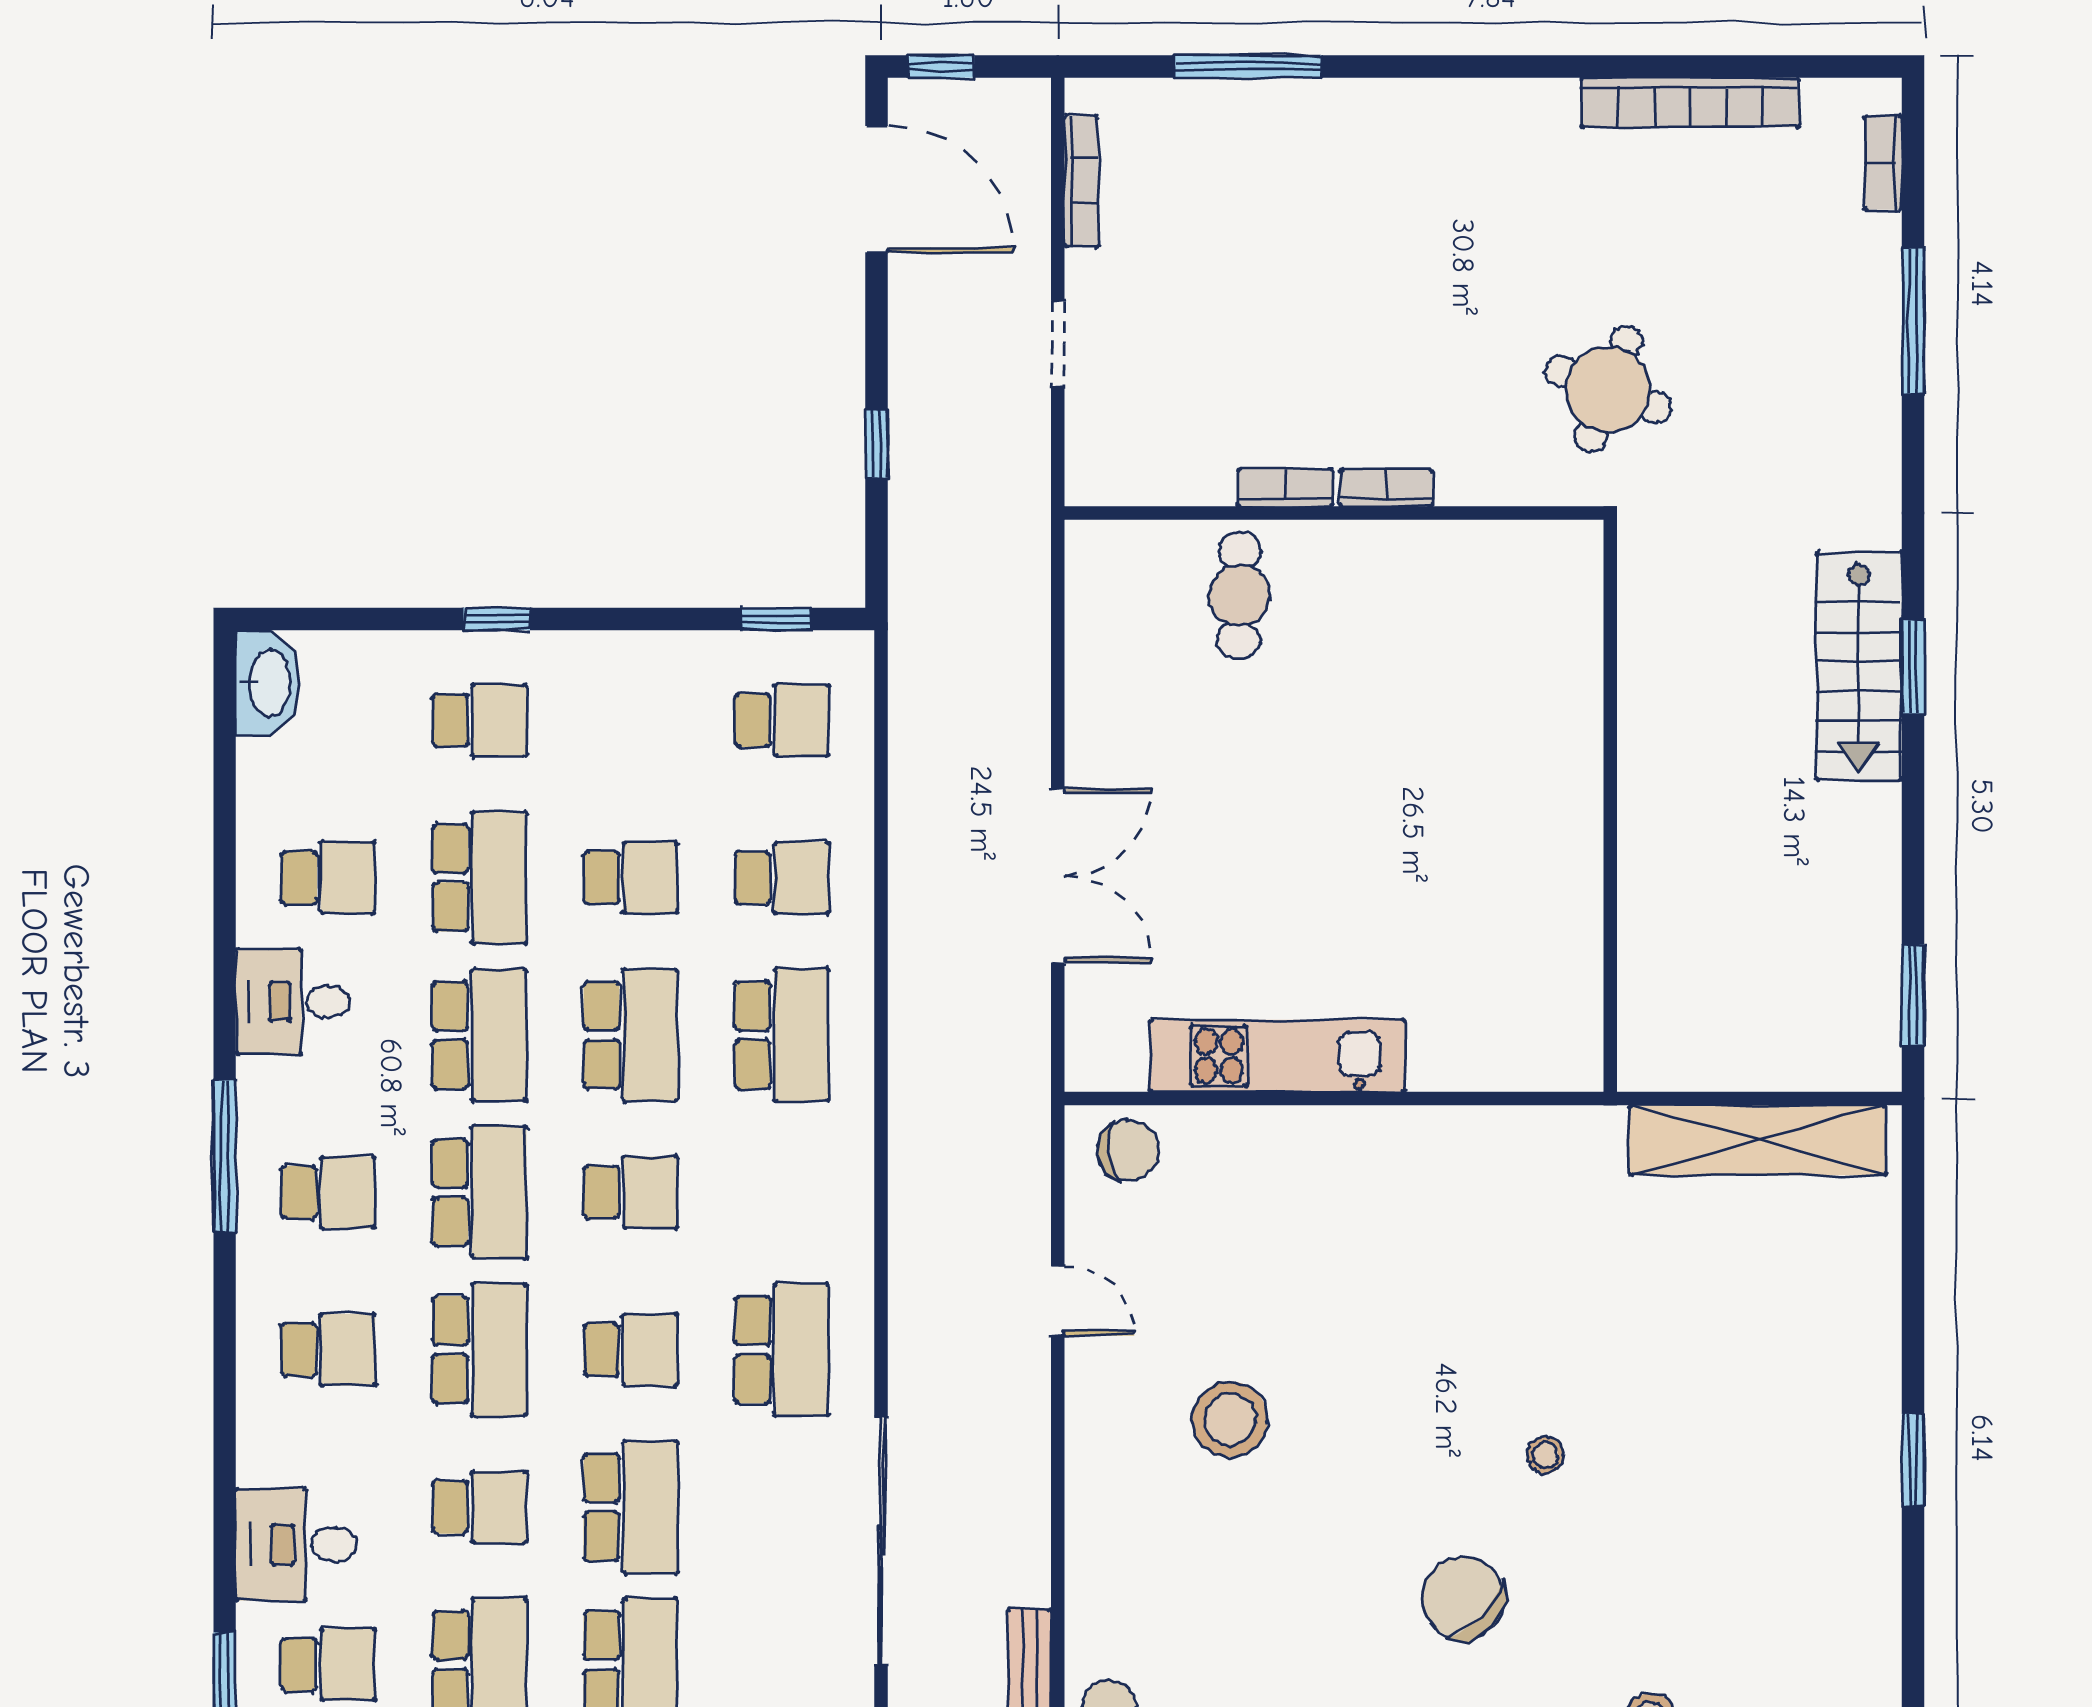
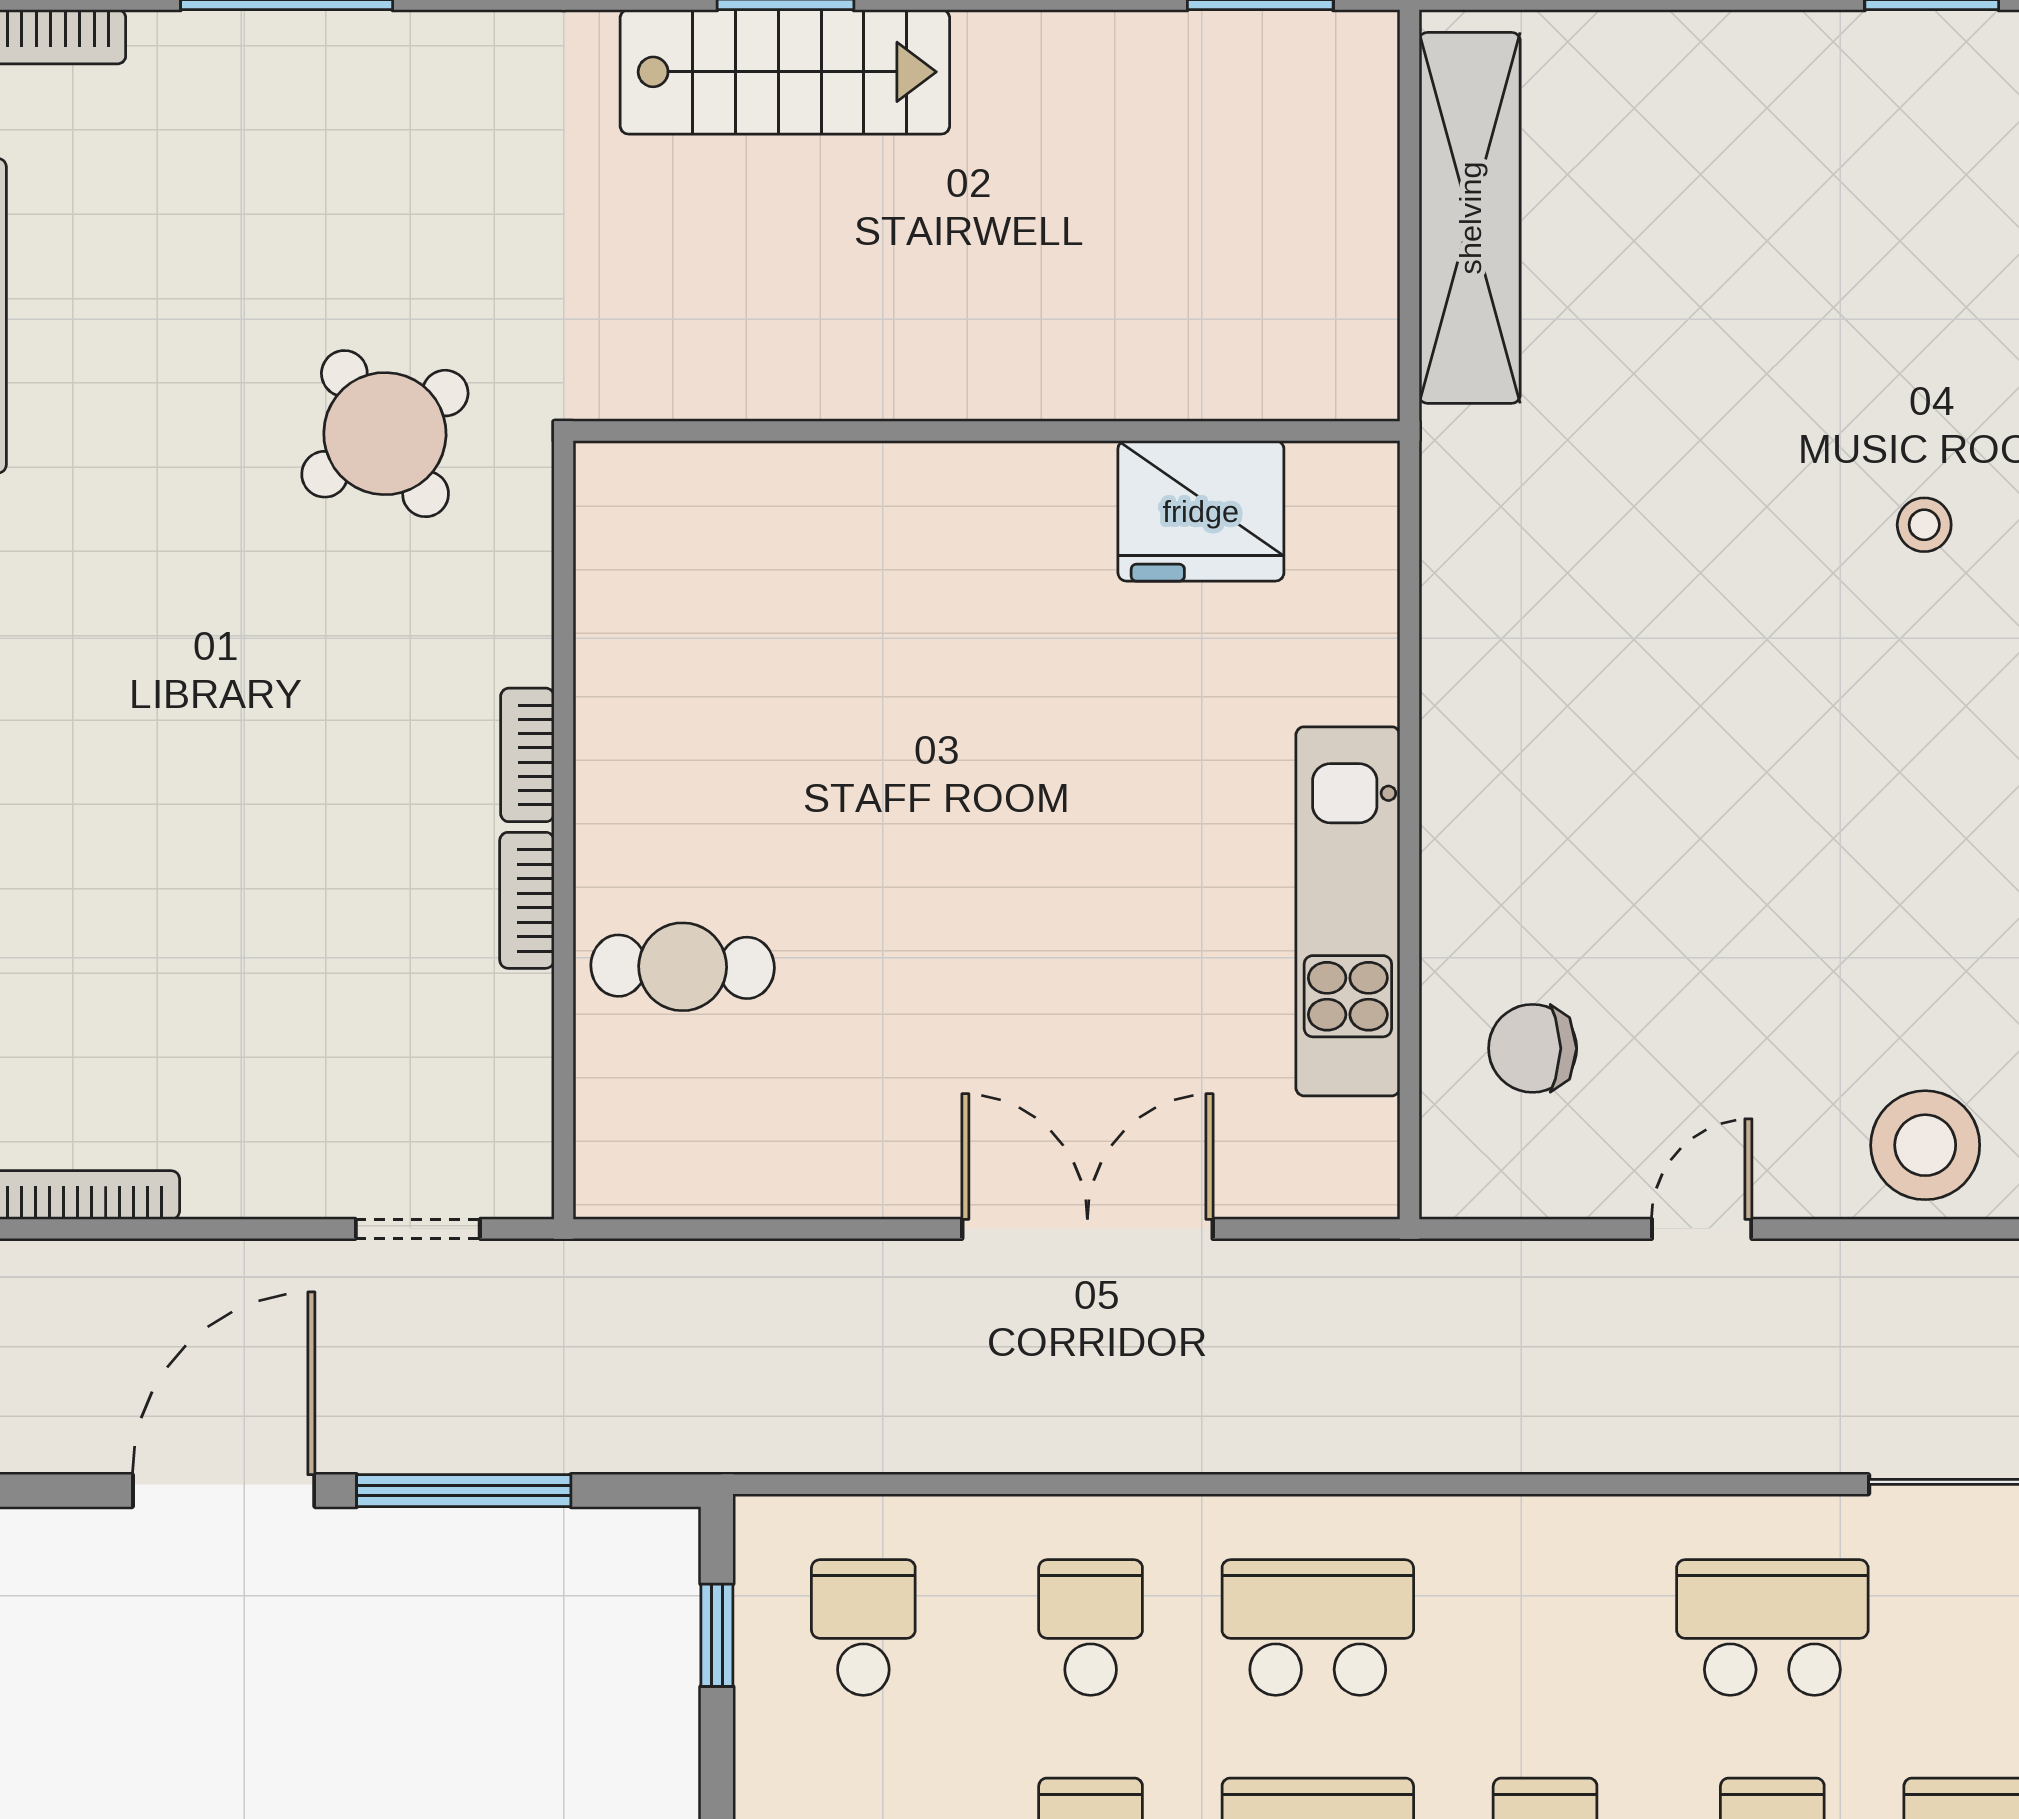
door: (877, 189) -> (224, 1491), moved
doorway: (1058, 344) -> (418, 1229), moved
round table: (1608, 389) -> (385, 434), turned 35
window: (877, 444) -> (464, 1491), width x2.17
fridge: (1555, 954) -> (1201, 511), added
chair: (1128, 1150) -> (1533, 1048), moved, turned -84
stool: (1230, 1419) -> (1925, 1145), moved

